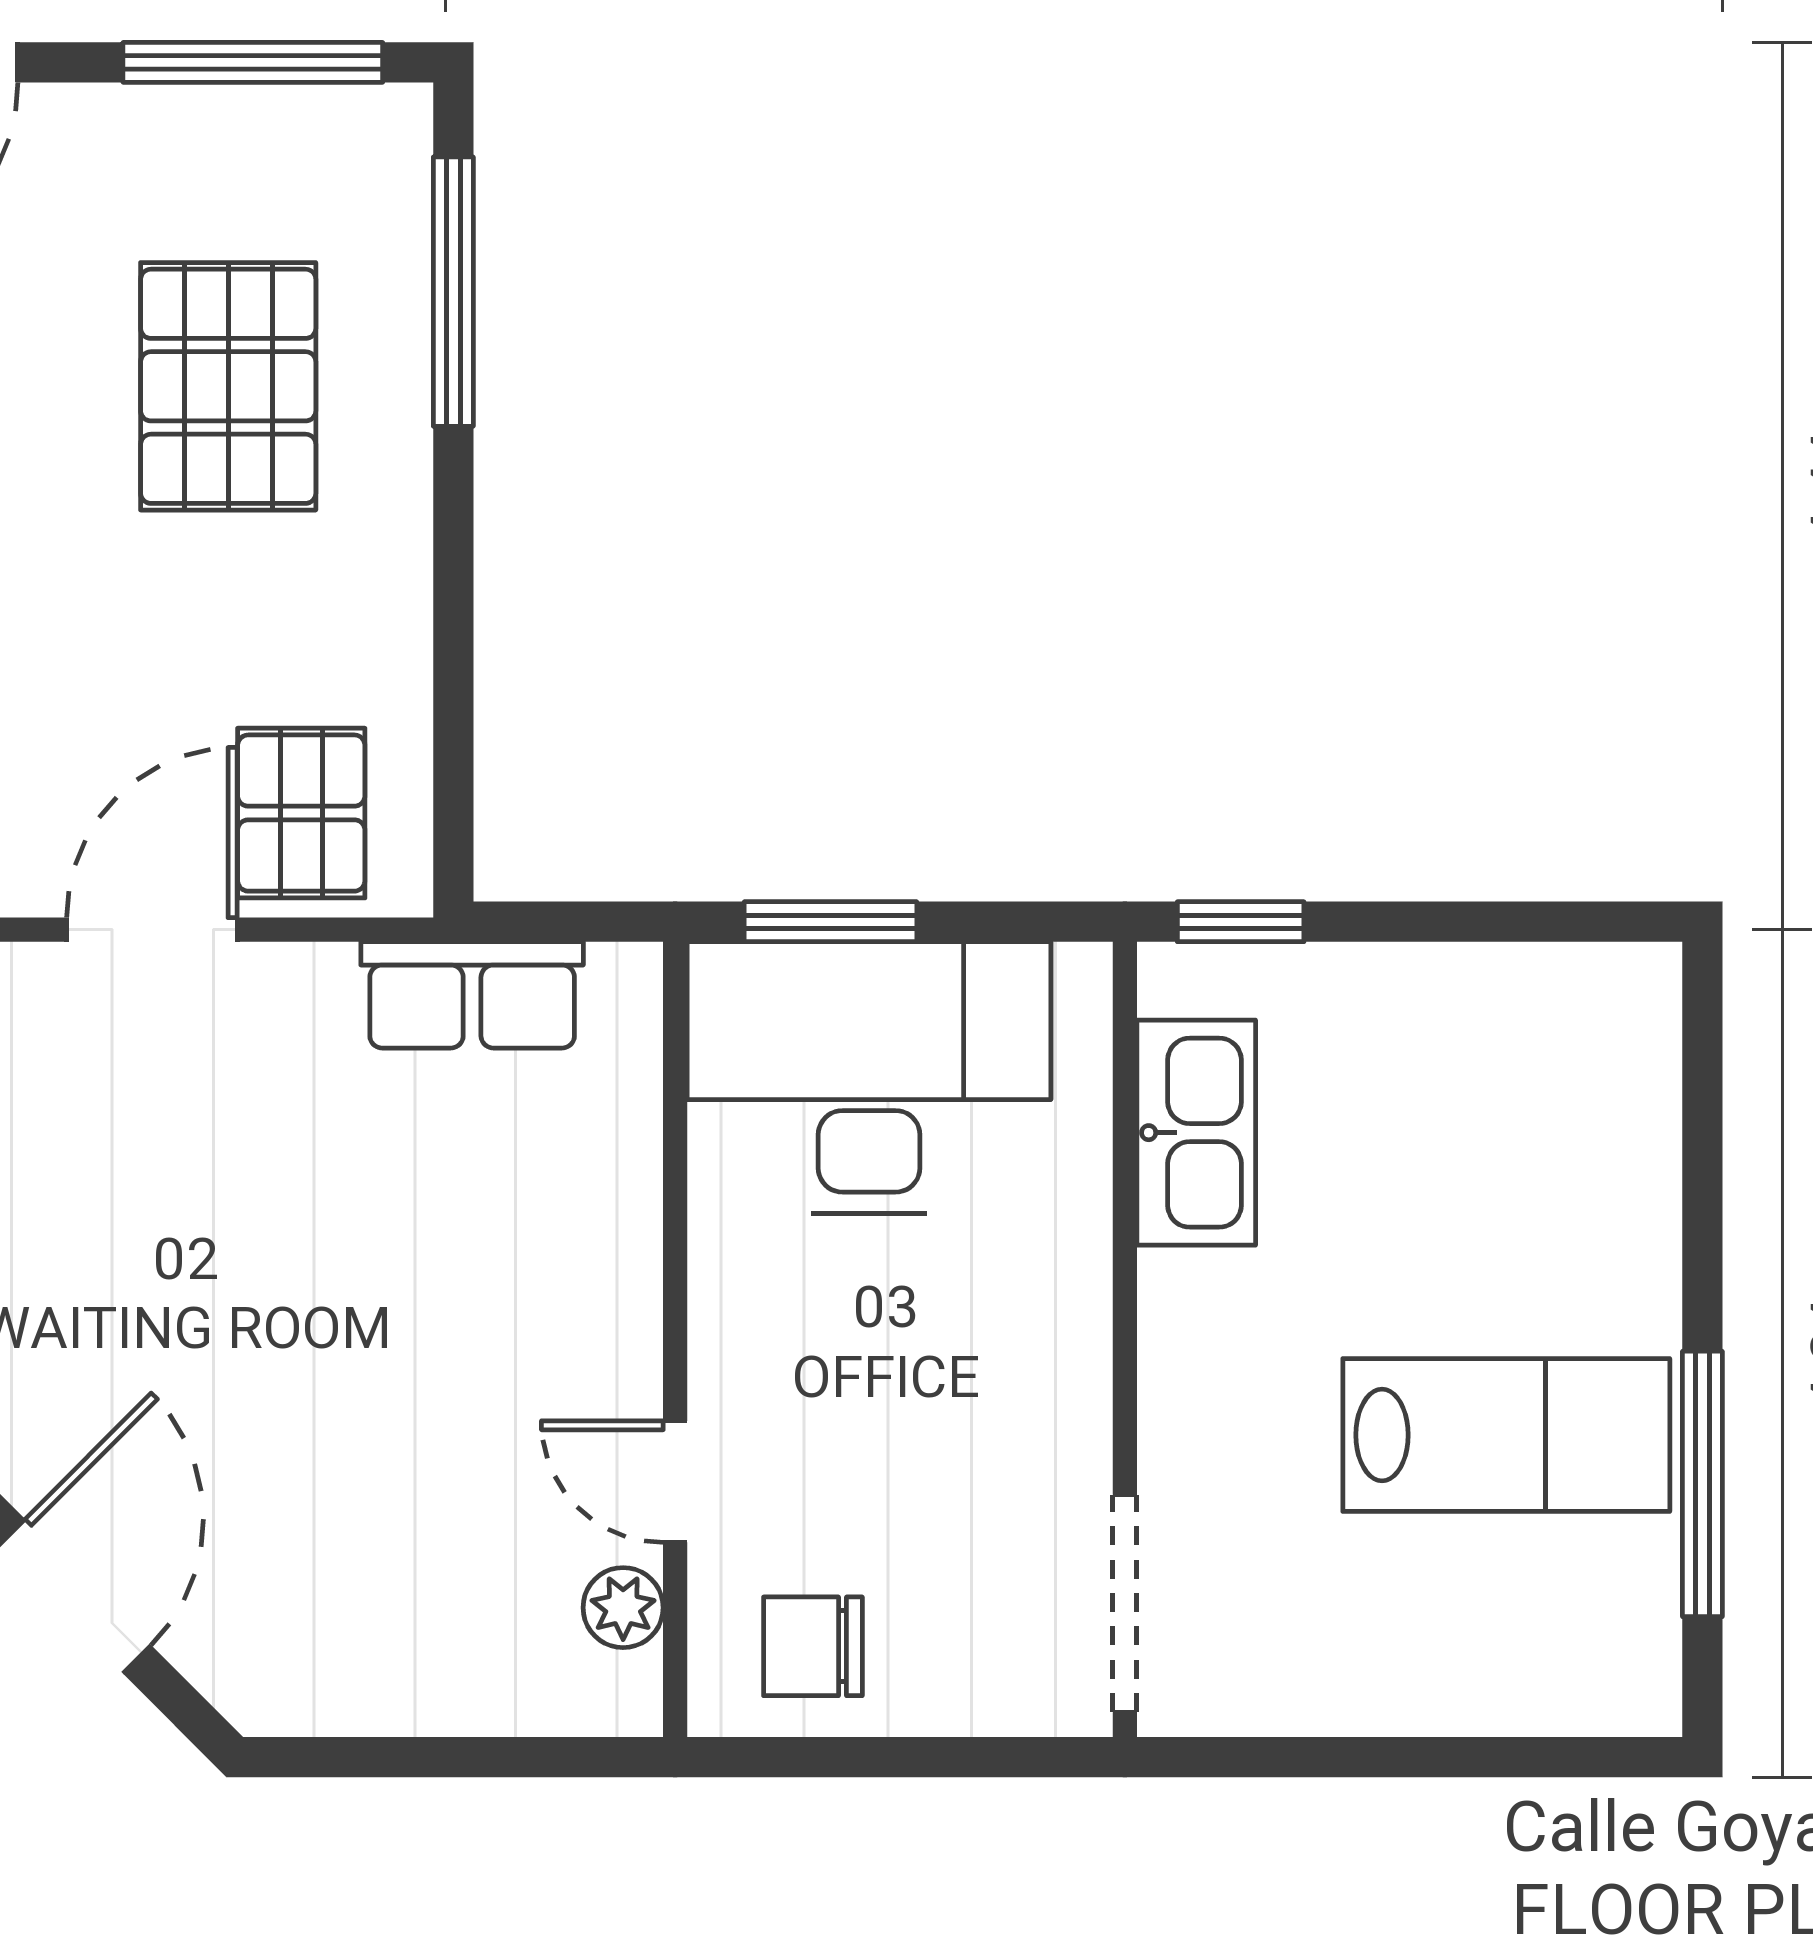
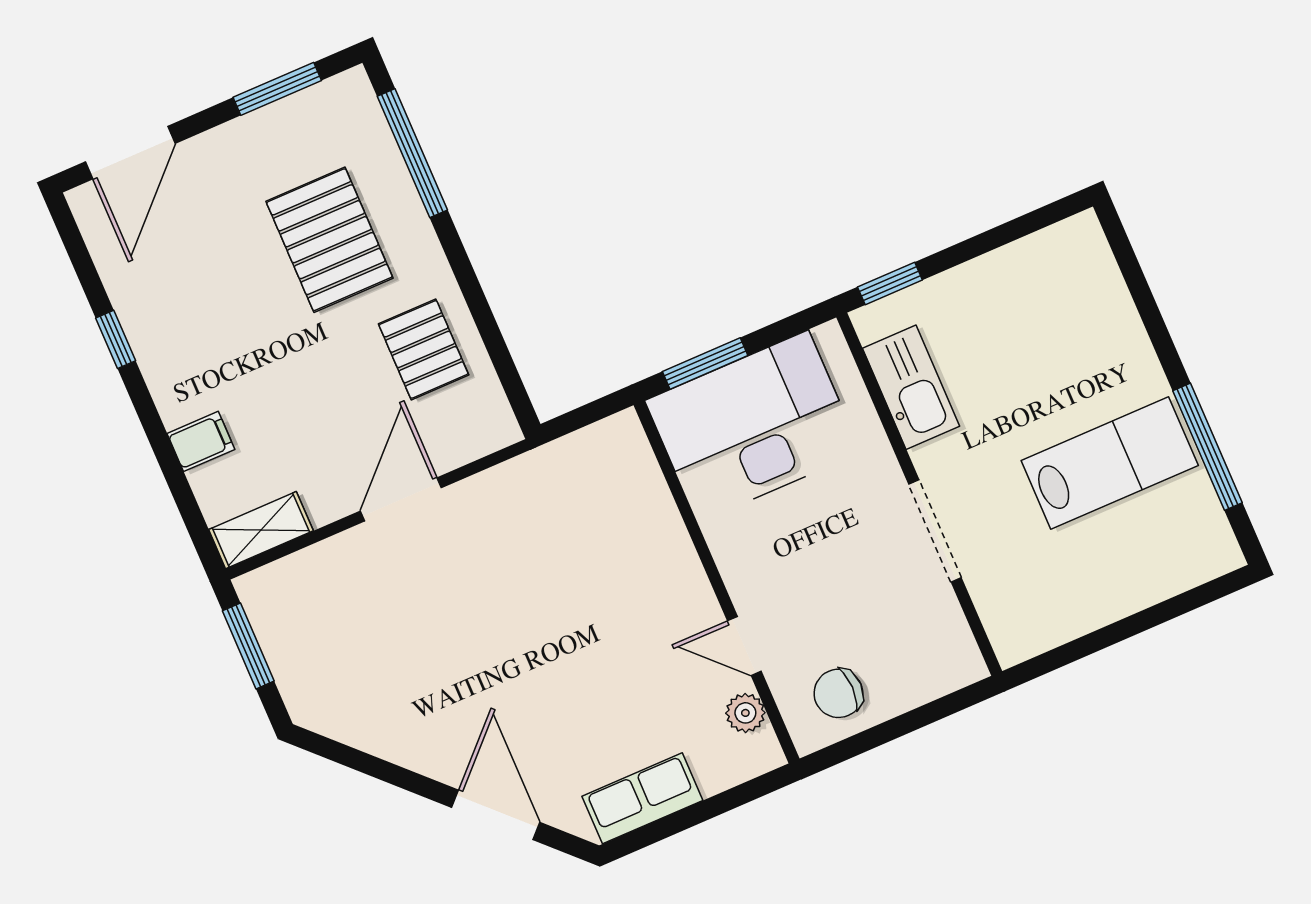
window: (253, 62) -> (277, 89), width x0.69
pallet: (301, 813) -> (424, 349), moved
row of seats: (472, 995) -> (642, 798), moved, turned 180
doorway: (1125, 1603) -> (935, 531), moved

